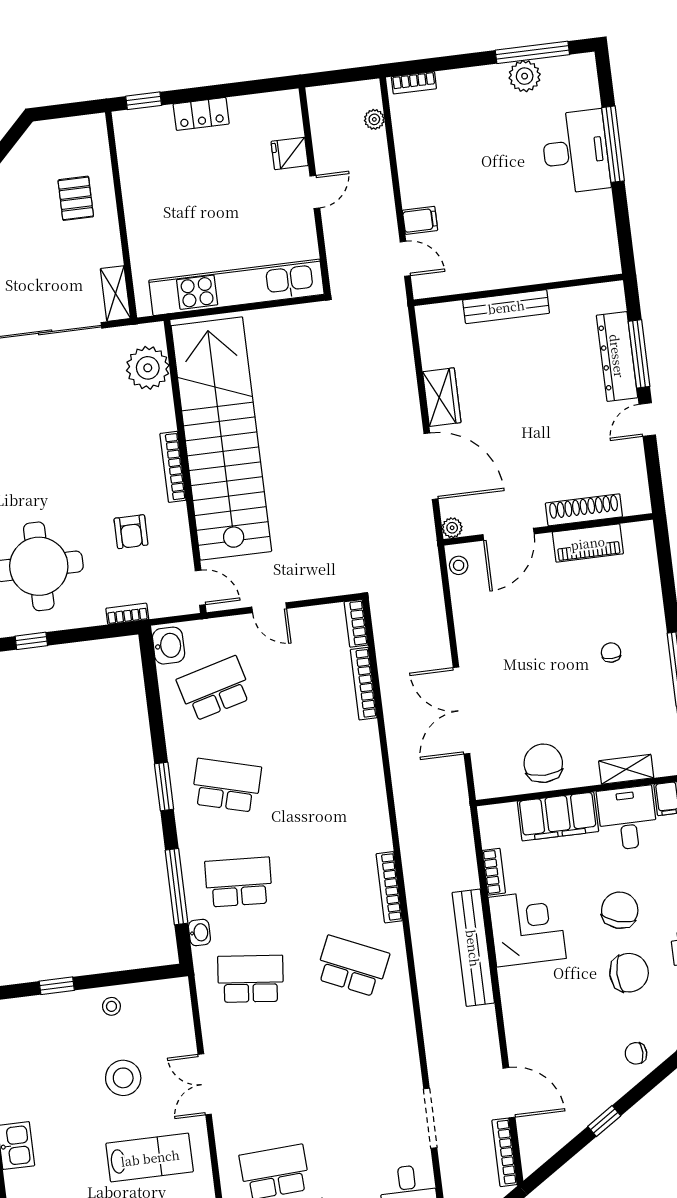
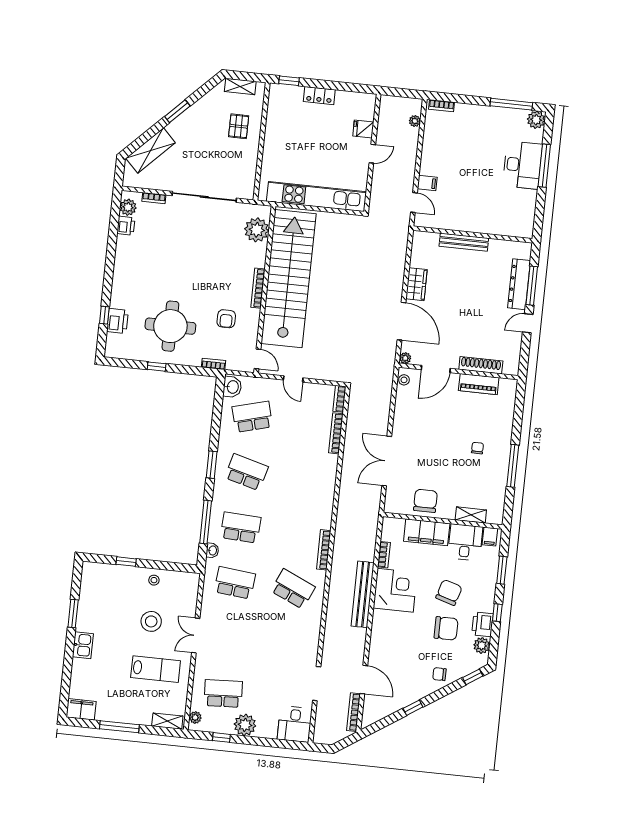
plant: (525, 76) -> (536, 120), moved
shelving: (115, 294) -> (240, 86), moved, turned 90

